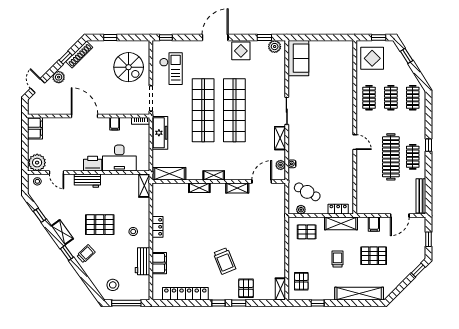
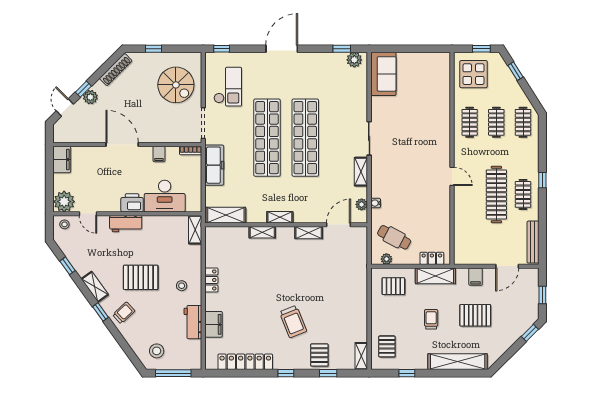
display table: (241, 51) -> (313, 65), removed
window: (66, 58) -> (83, 89), moved
window: (239, 303) -> (328, 373), moved

